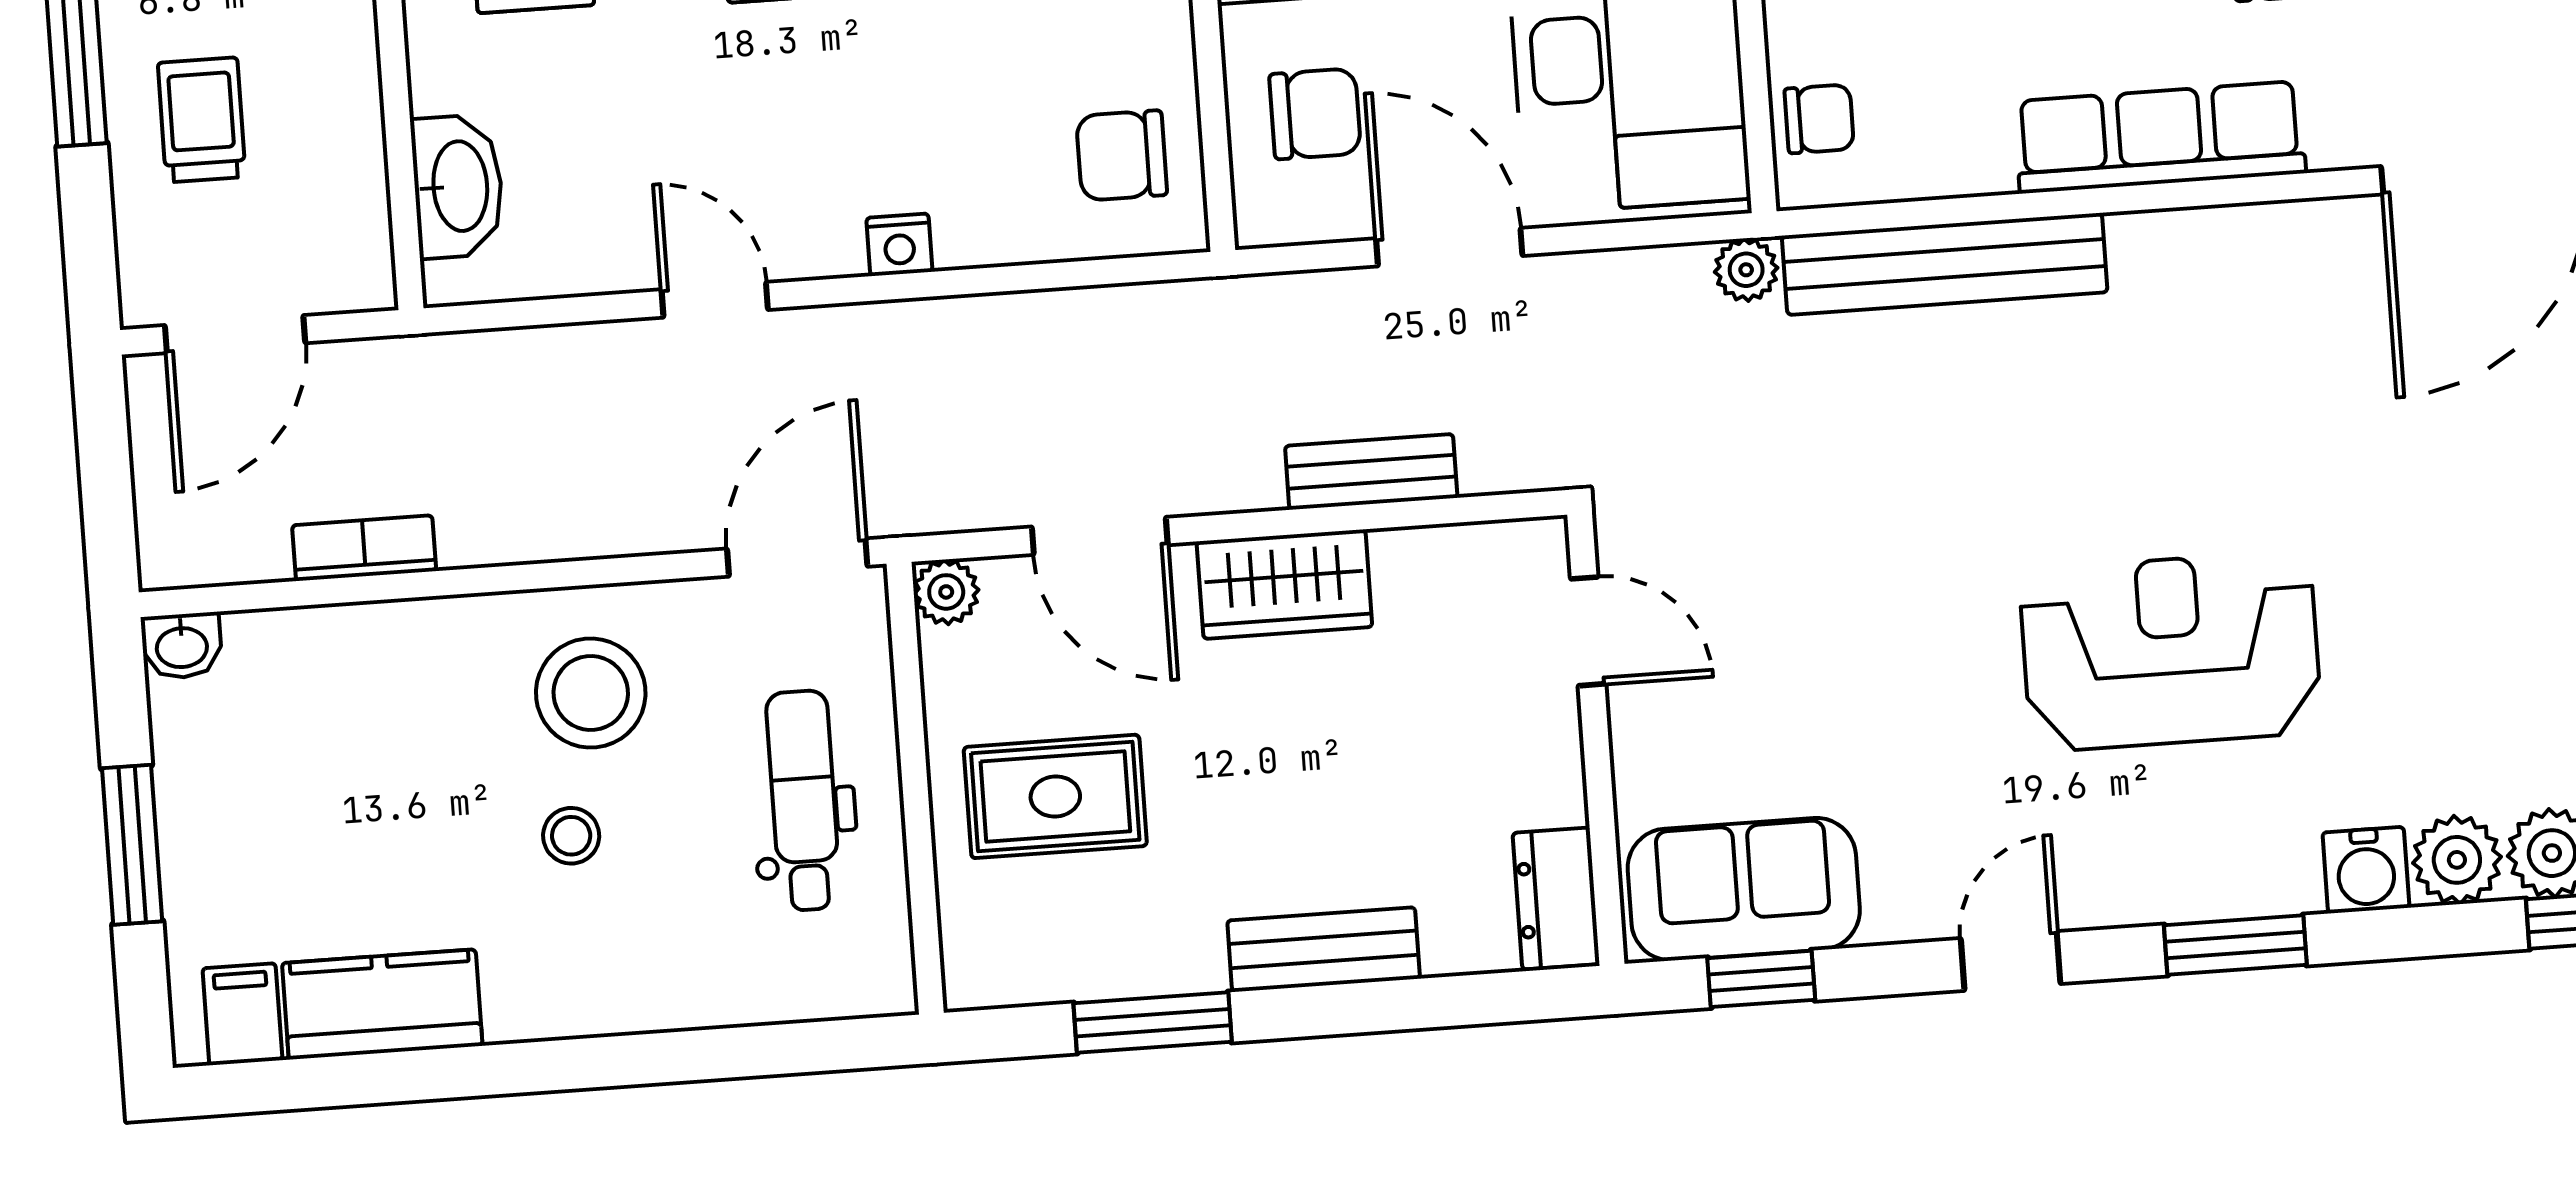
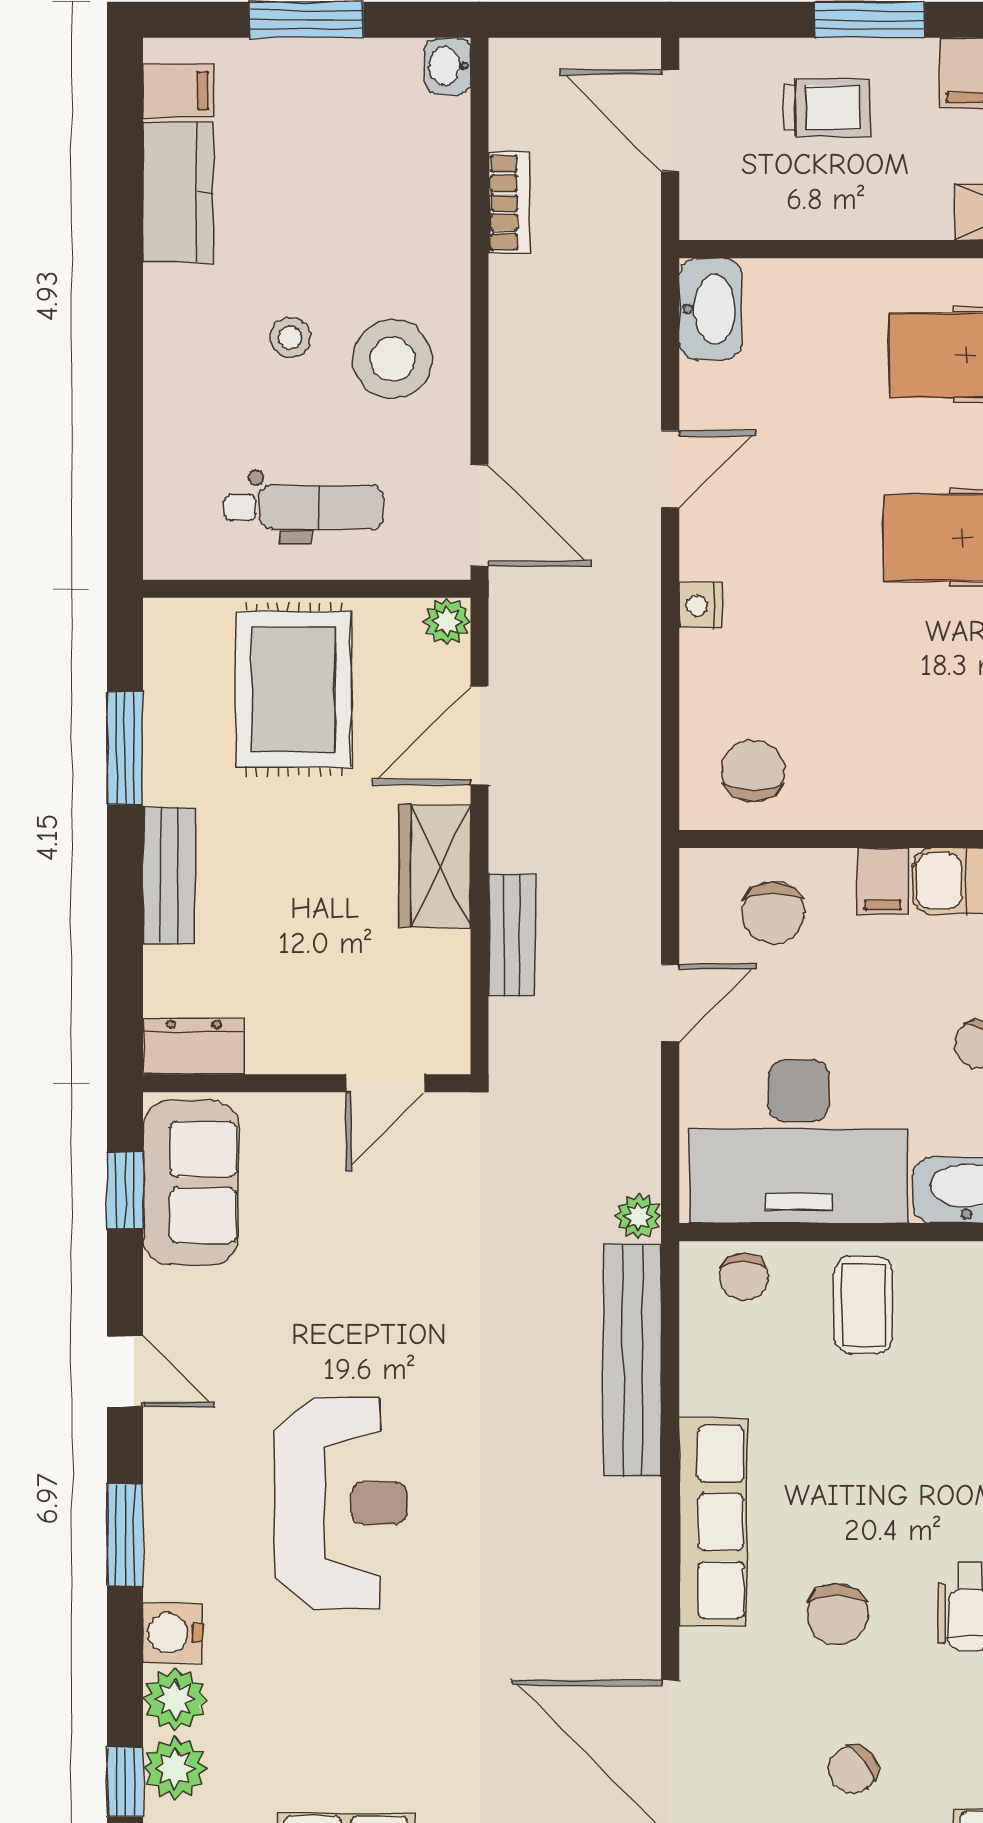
washbasin: (458, 186) -> (710, 309), moved, turned -90
door: (1449, 247) -> (670, 1003), width x0.73
rug: (1055, 796) -> (293, 690), width x1.36, depth x1.43

